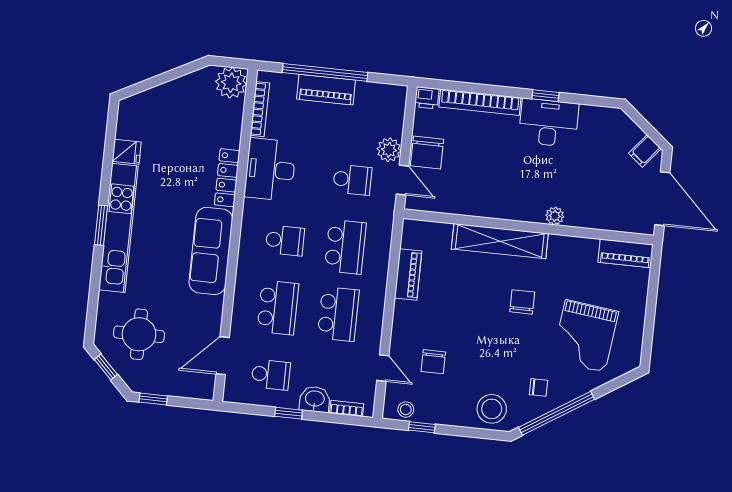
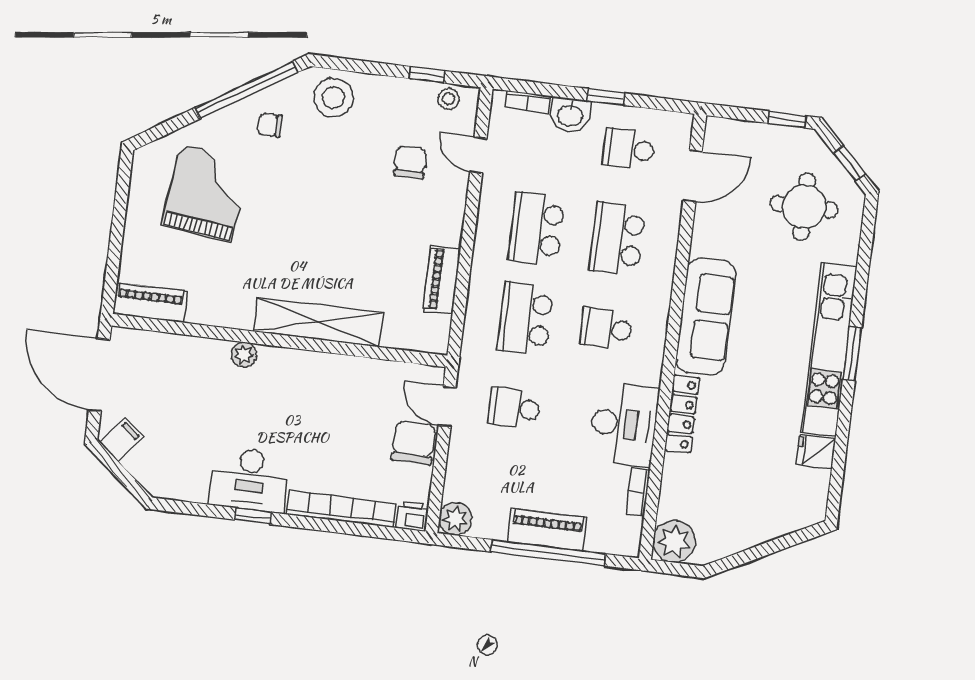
bookcase: (260, 109) -> (638, 492), width x0.64
plant: (389, 150) -> (455, 519), moved
chair: (522, 302) -> (290, 240), removed

